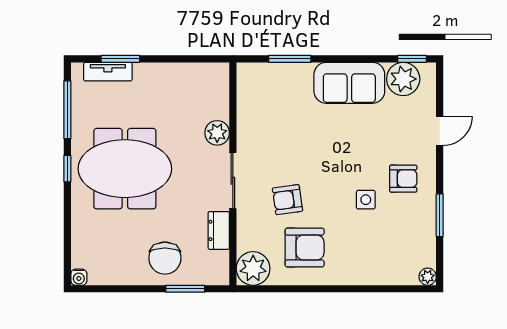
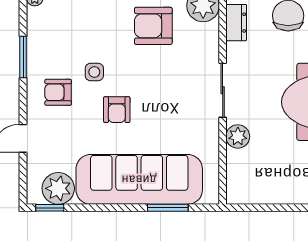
sofa: (349, 83) -> (139, 179), width x1.85, depth x1.27
armchair: (288, 200) -> (117, 110), moved, turned 98
dresser: (219, 230) -> (236, 23), moved

